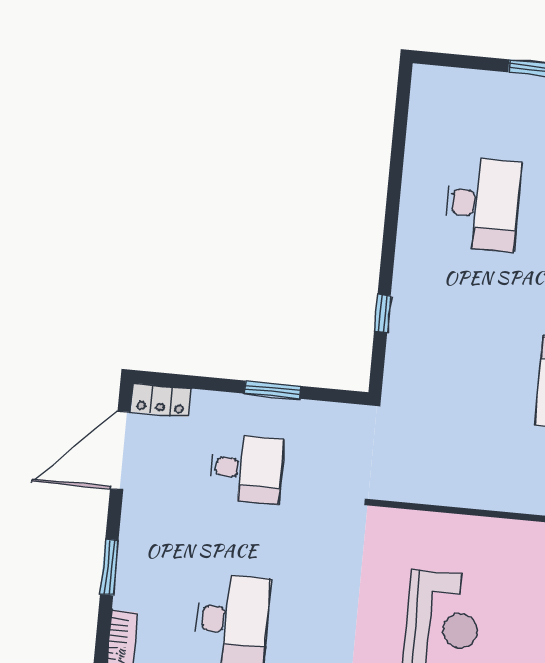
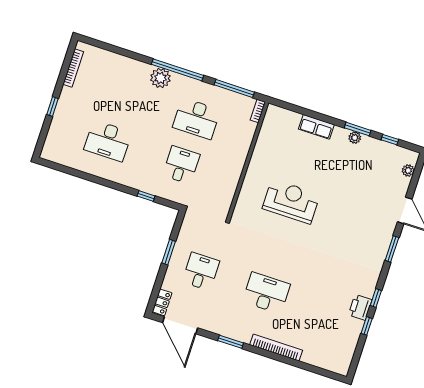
desk: (482, 204) -> (108, 141), turned 180
desk: (466, 374) -> (181, 165), added

